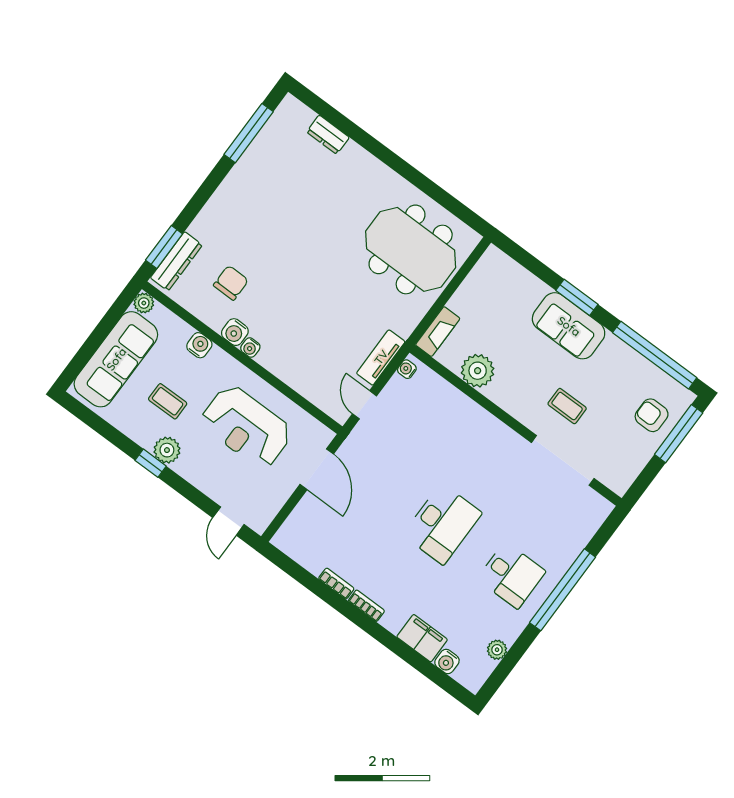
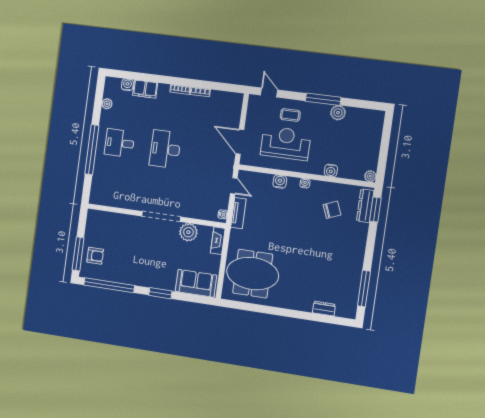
chair: (231, 283) -> (332, 210), turned -112
sofa: (569, 326) -> (196, 283), moved
water cooler: (235, 332) -> (280, 182), moved
sofa: (116, 359) -> (369, 141), removed
coffee table: (168, 401) -> (290, 115), moved
coffee table: (567, 406) -> (137, 238), removed
plant: (167, 450) -> (338, 113), moved
doorway: (563, 460) -> (161, 216), moved
window: (151, 463) -> (323, 99), width x2.17

